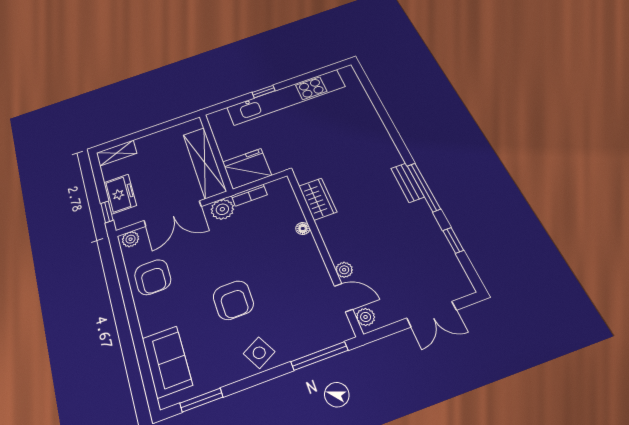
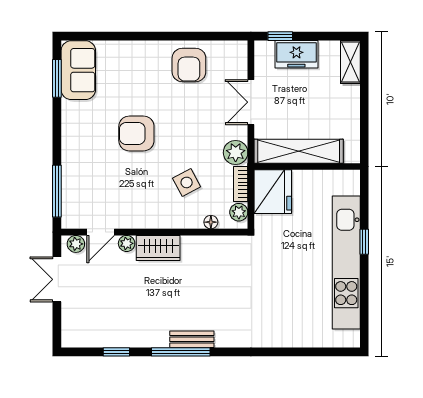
wardrobe: (318, 199) -> (158, 248), moved
double door: (173, 214) -> (251, 102), width x0.73
floor lamp: (303, 228) -> (211, 222), moved
plant: (131, 239) -> (239, 212), moved
armchair: (153, 277) -> (189, 65), turned -90
double door: (432, 314) -> (57, 279), moved
side table: (259, 353) -> (187, 182), moved
sofa: (167, 362) -> (78, 70), moved, turned -90

